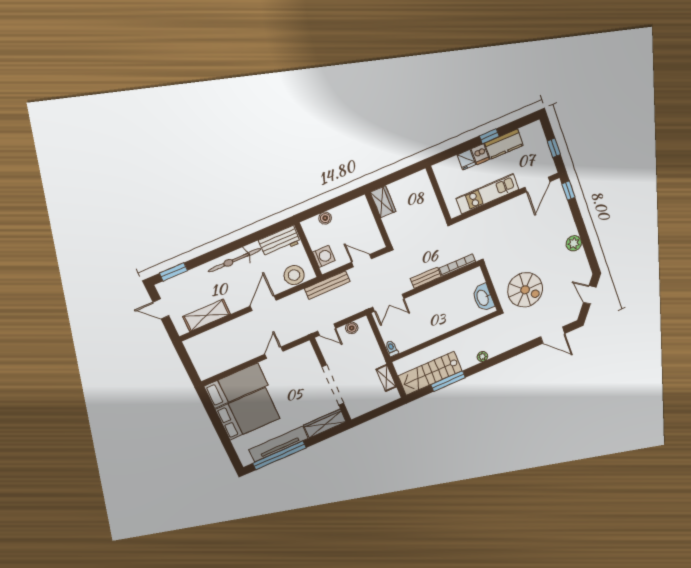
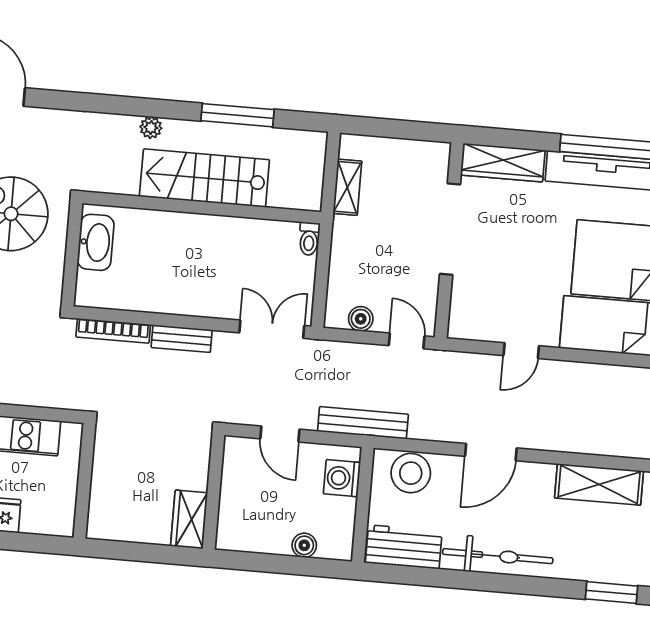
stairs: (430, 373) -> (204, 178), moved, turned 180

